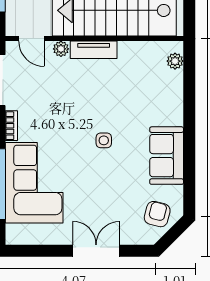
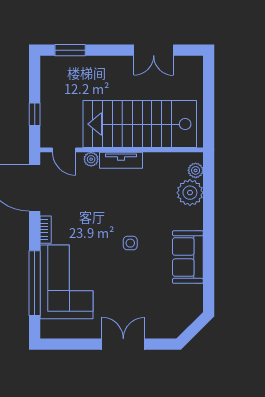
plant: (169, 85) -> (190, 193), added
armchair: (157, 214) -> (179, 311), removed

